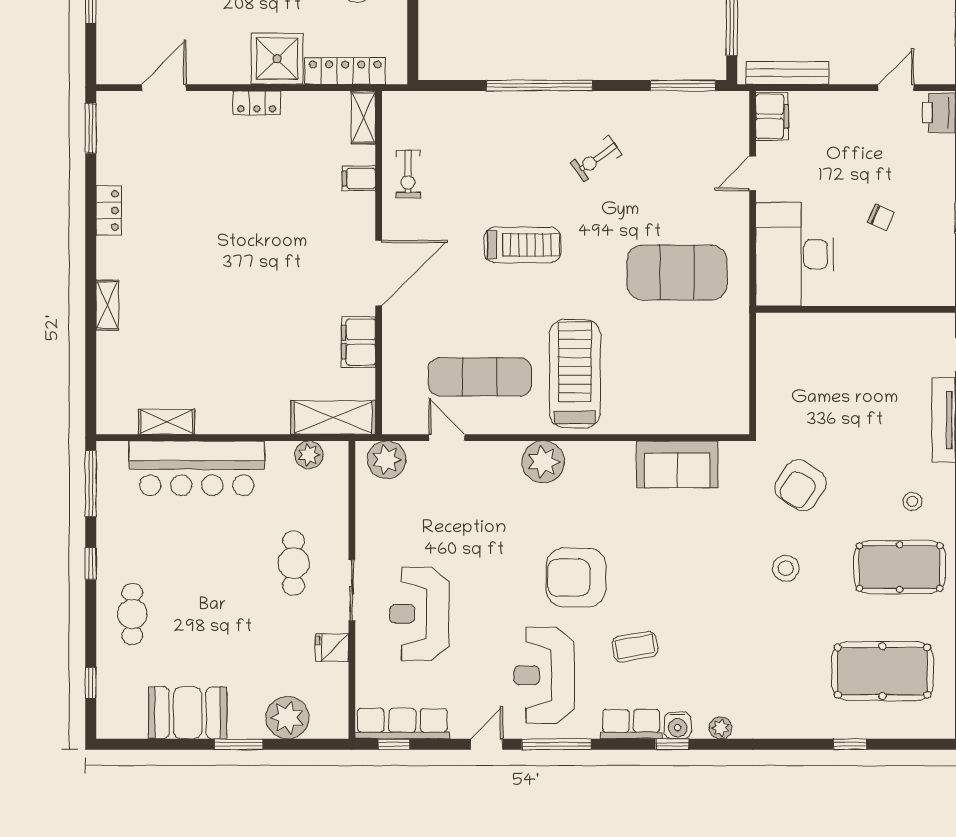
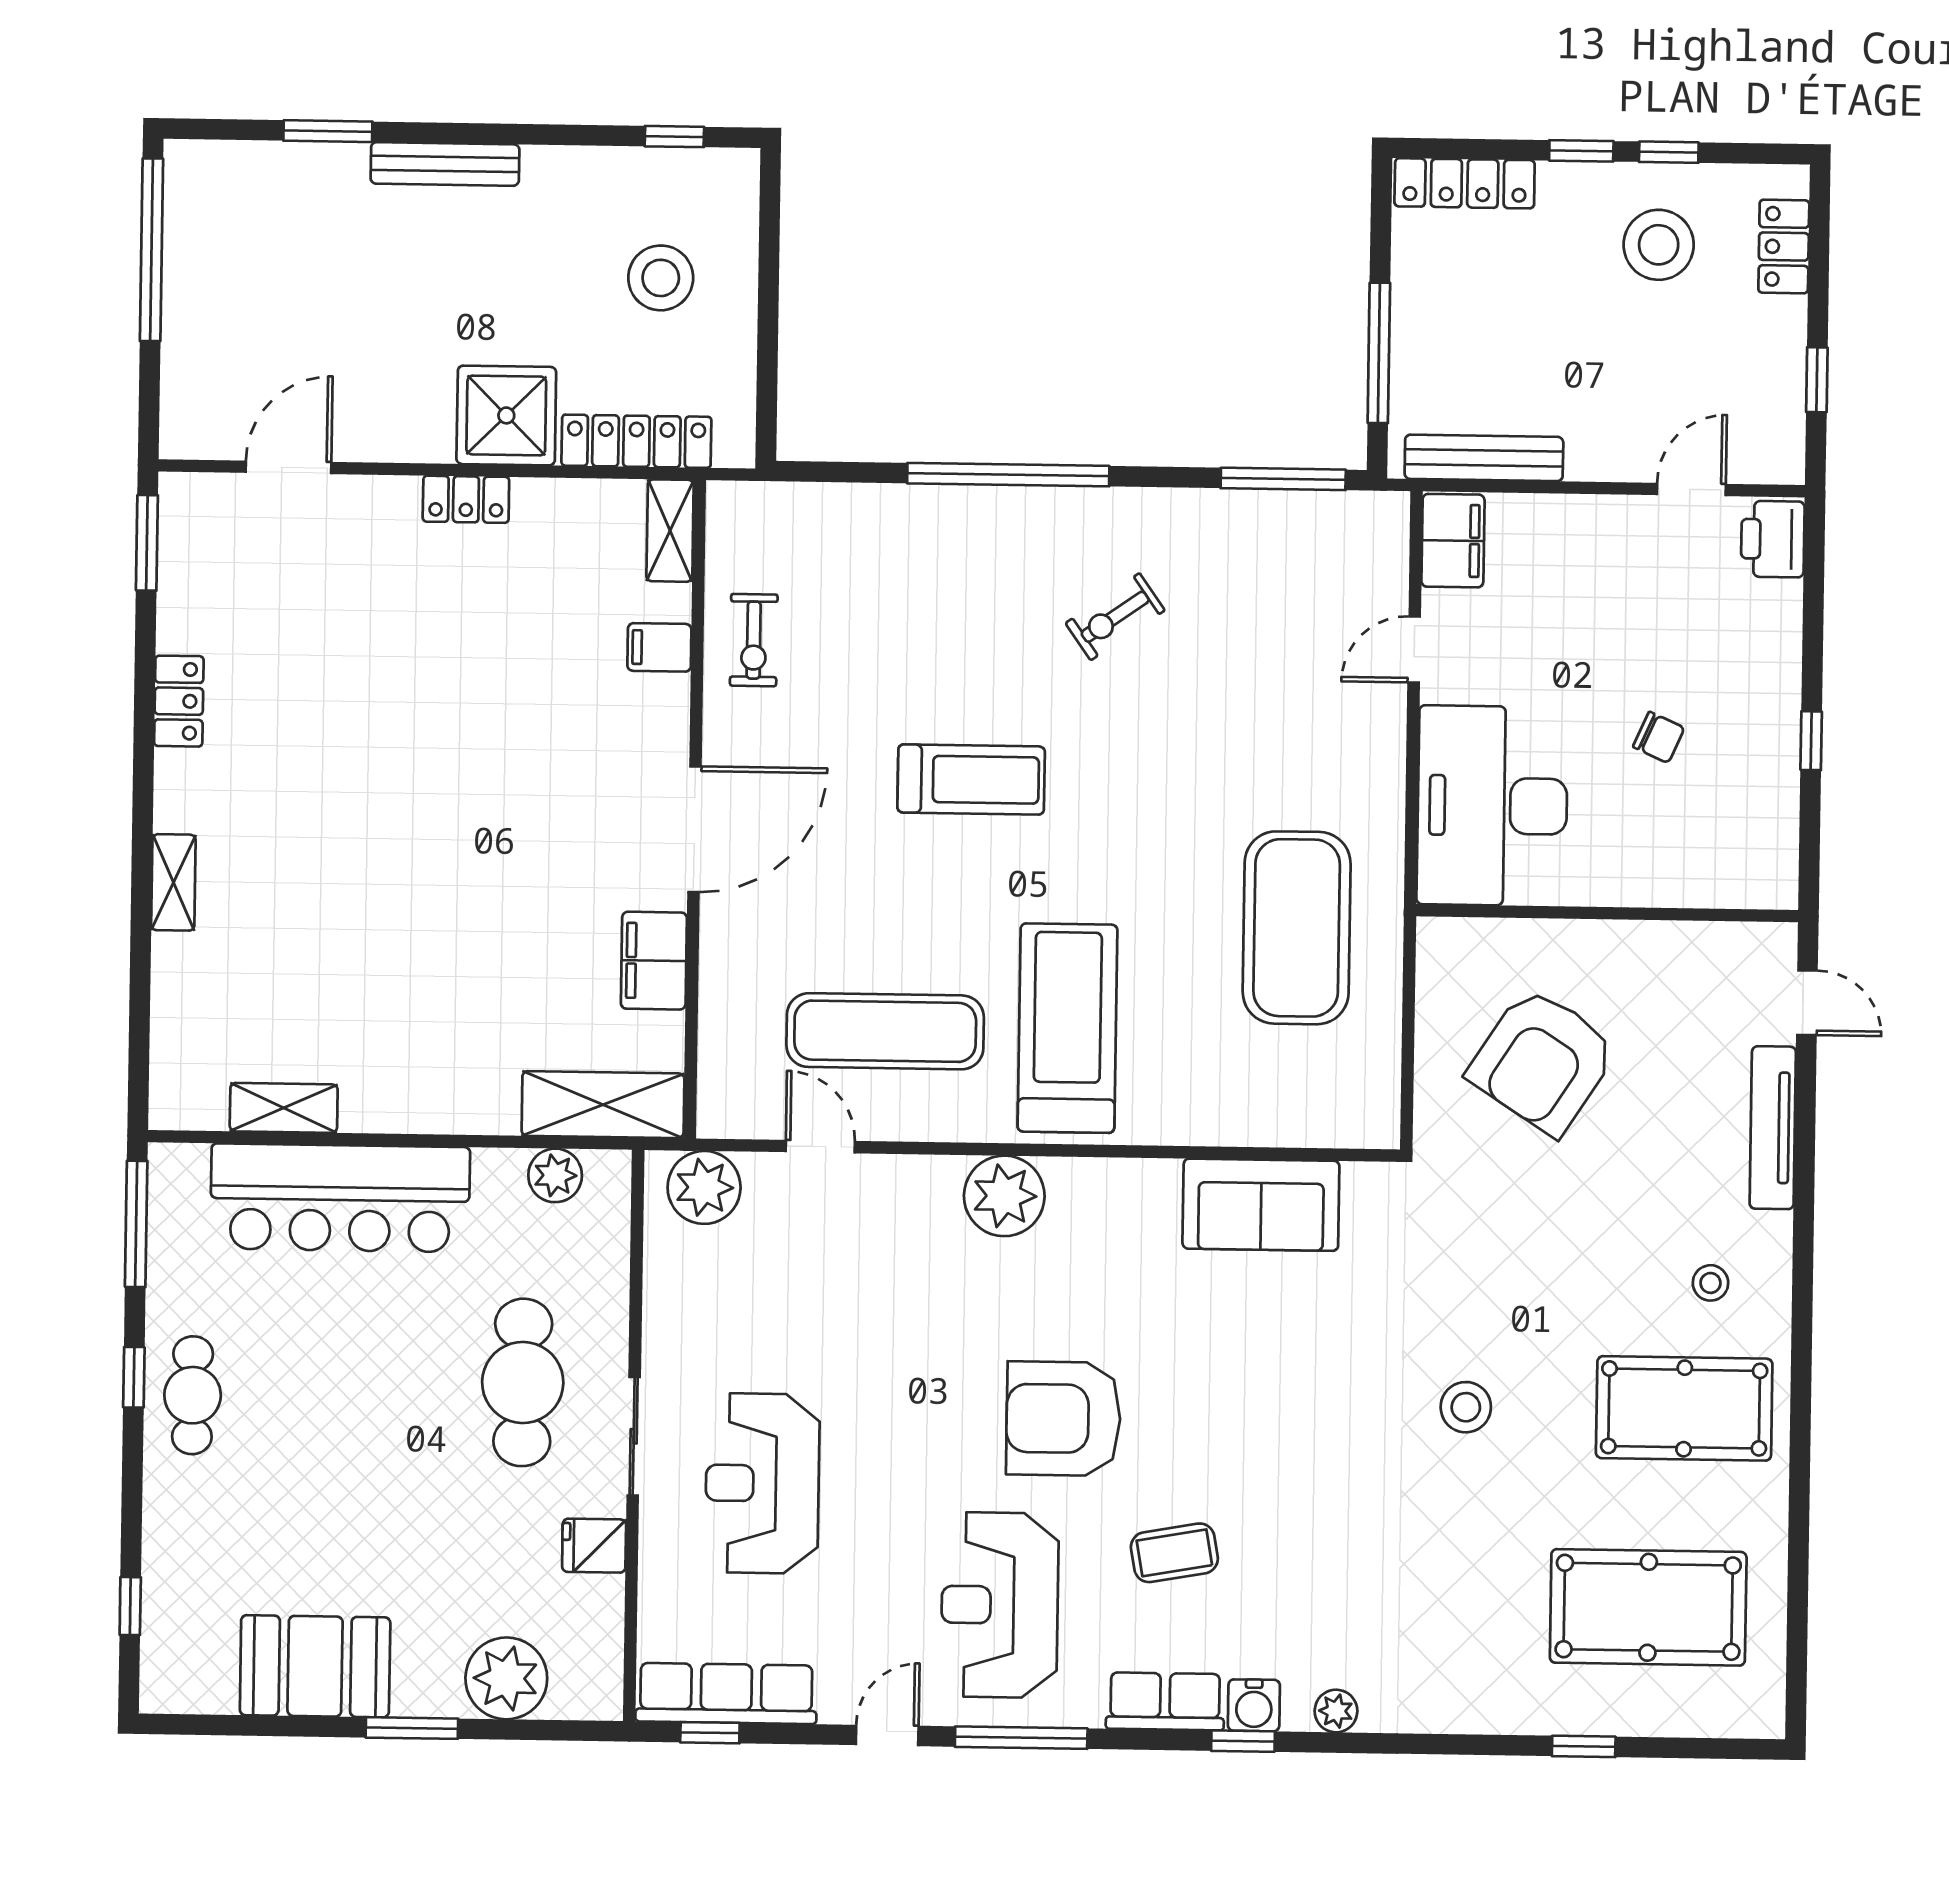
exercise mat: (677, 272) -> (1297, 928), moved, turned 90
armchair: (801, 485) -> (1543, 1061), moved, width x1.36, depth x1.36
cafe table: (294, 563) -> (523, 1382), width x1.37, depth x1.35
cafe table: (132, 614) -> (193, 1395), moved

